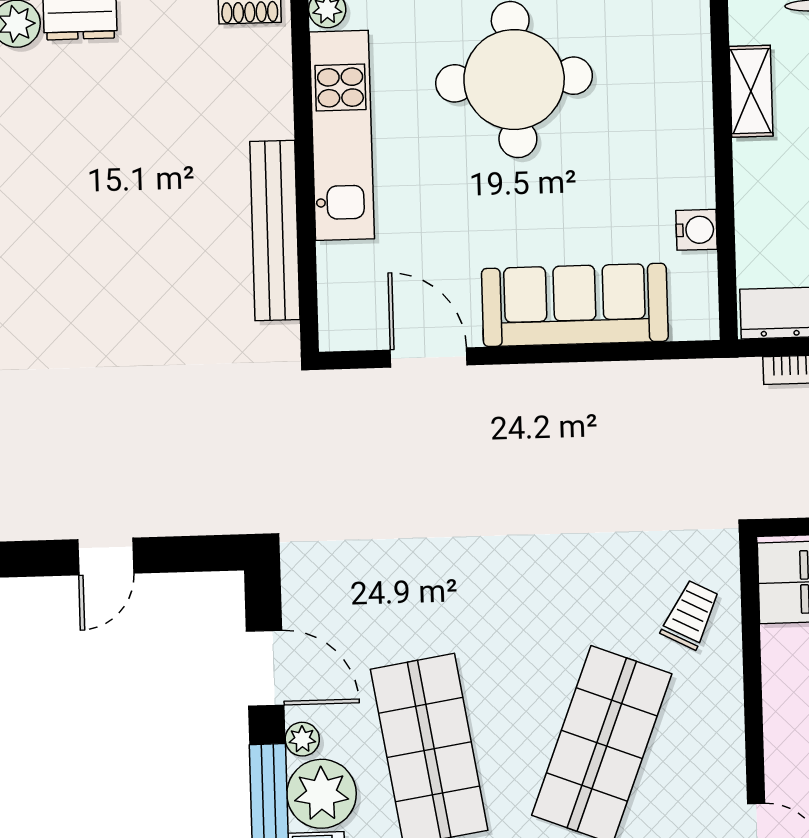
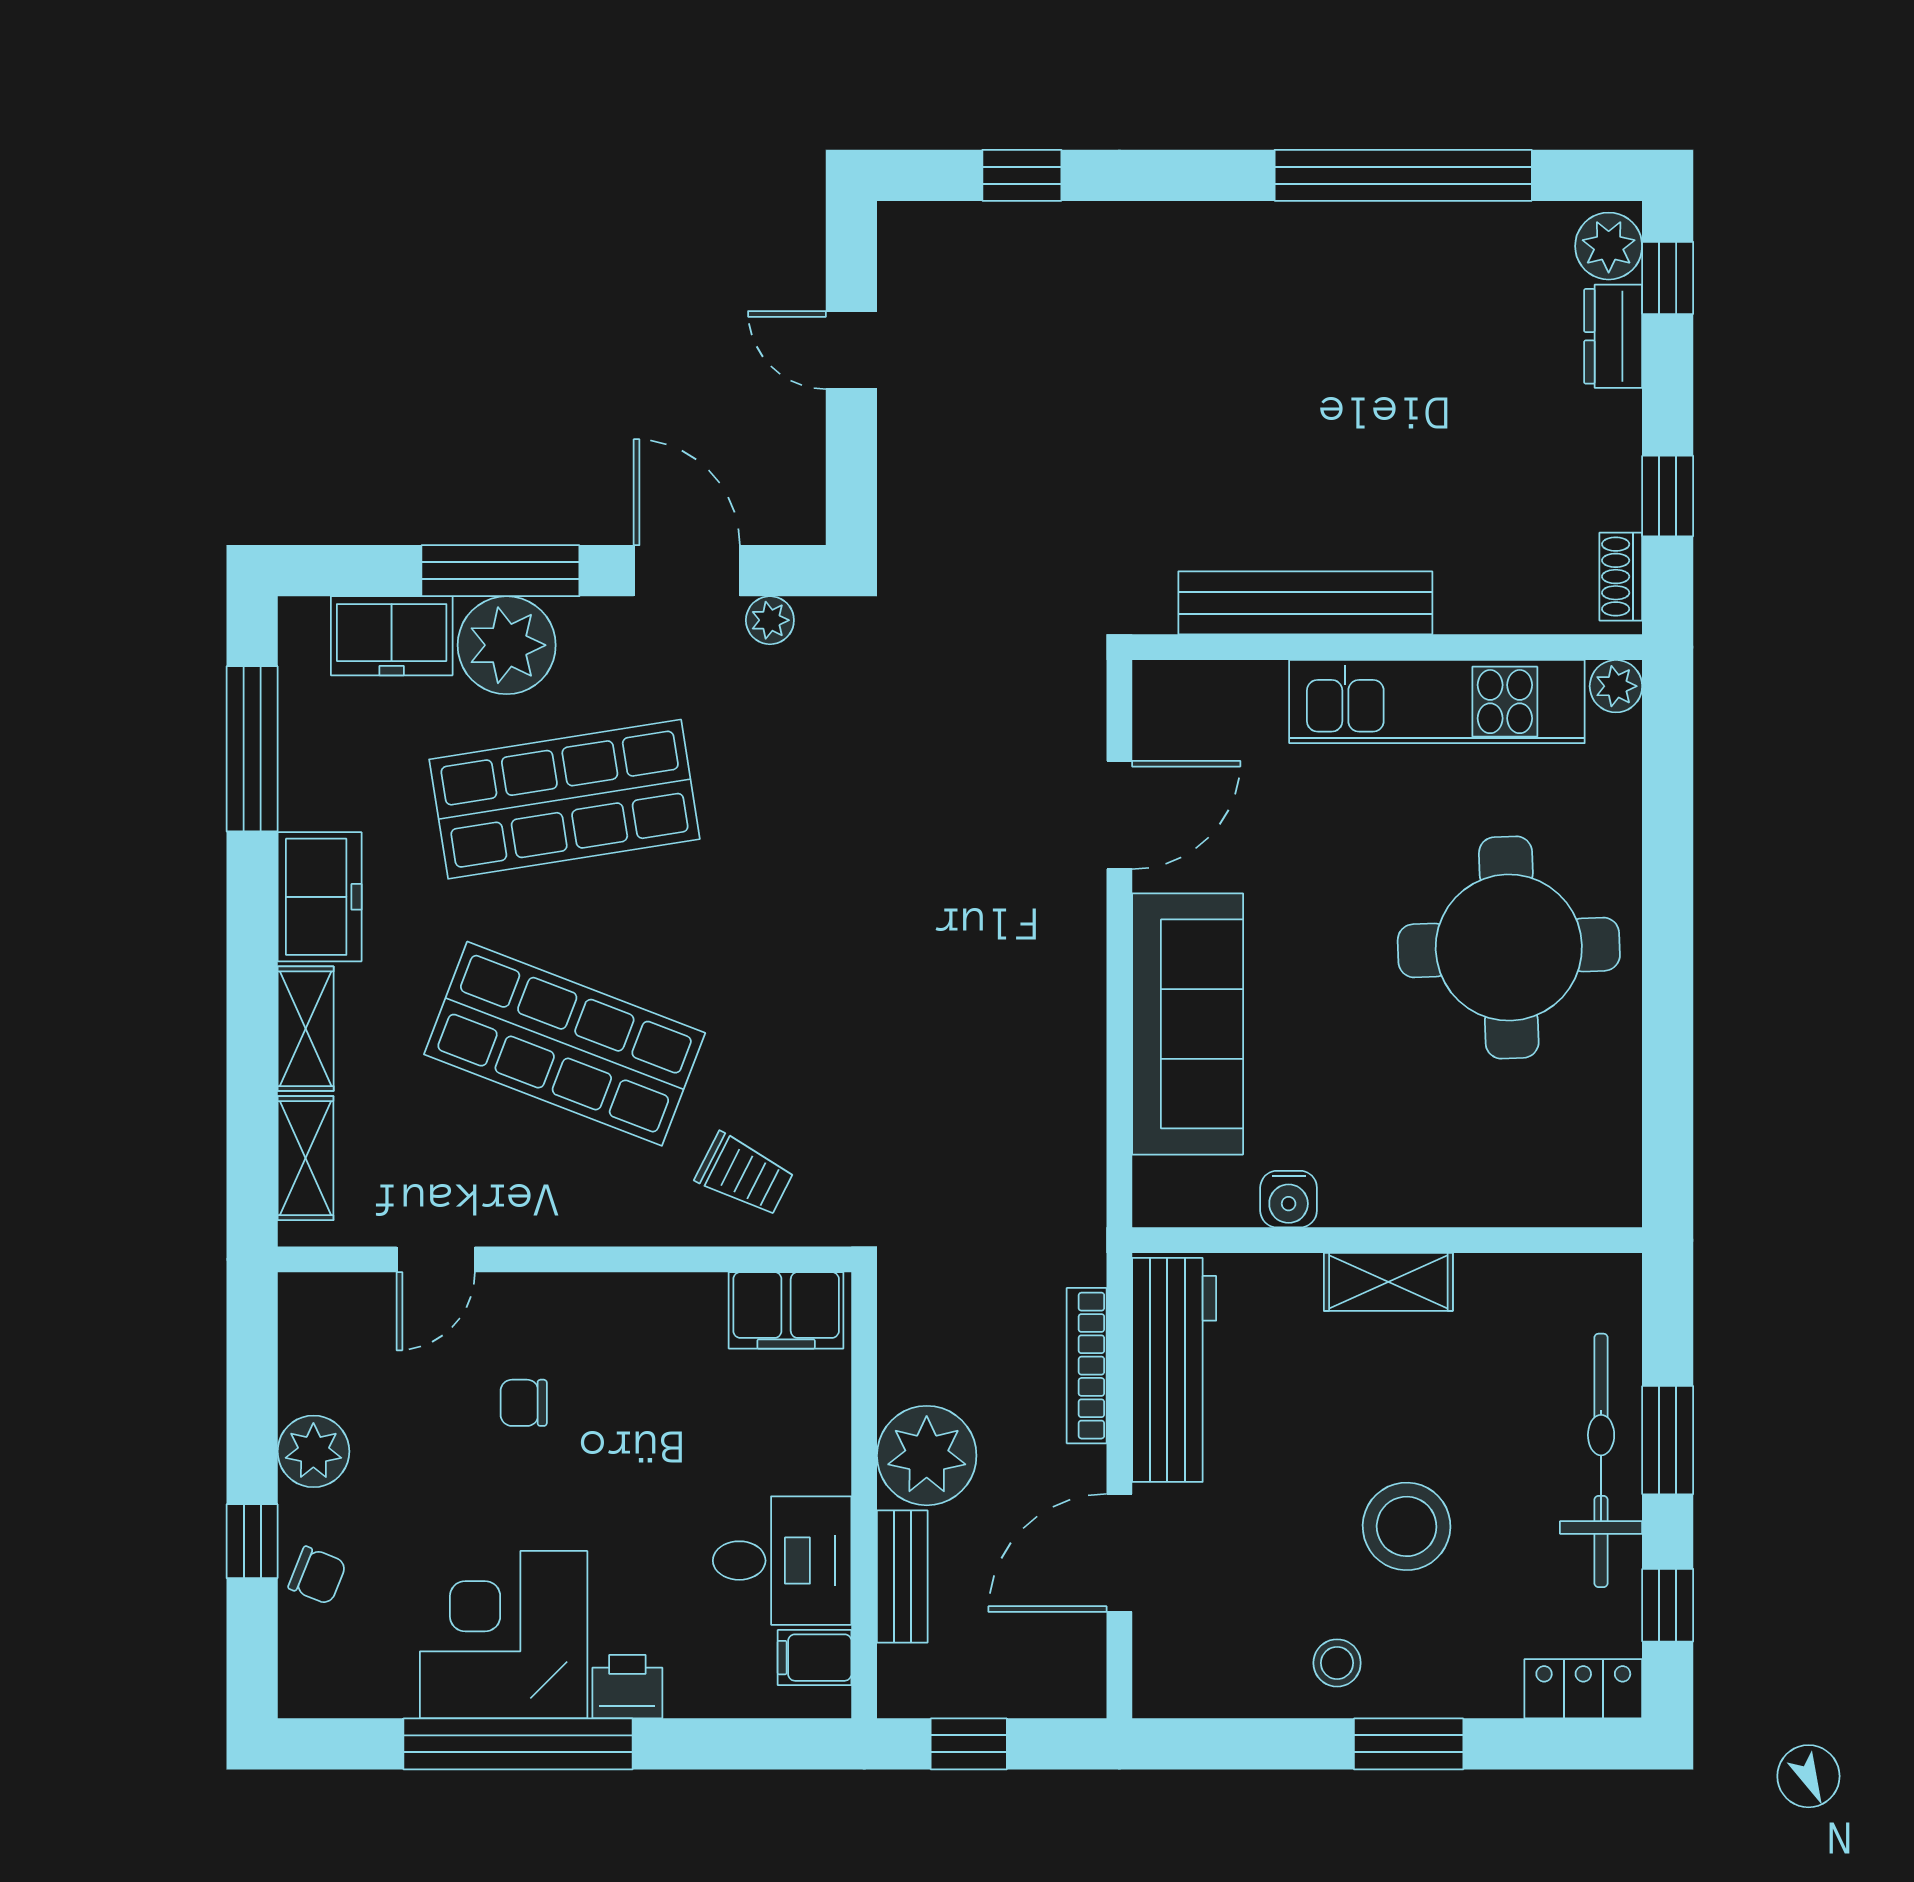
shelving: (751, 91) -> (1388, 1282), moved
door: (265, 668) -> (687, 571), swing flipped
plant: (302, 739) -> (770, 620), moved

